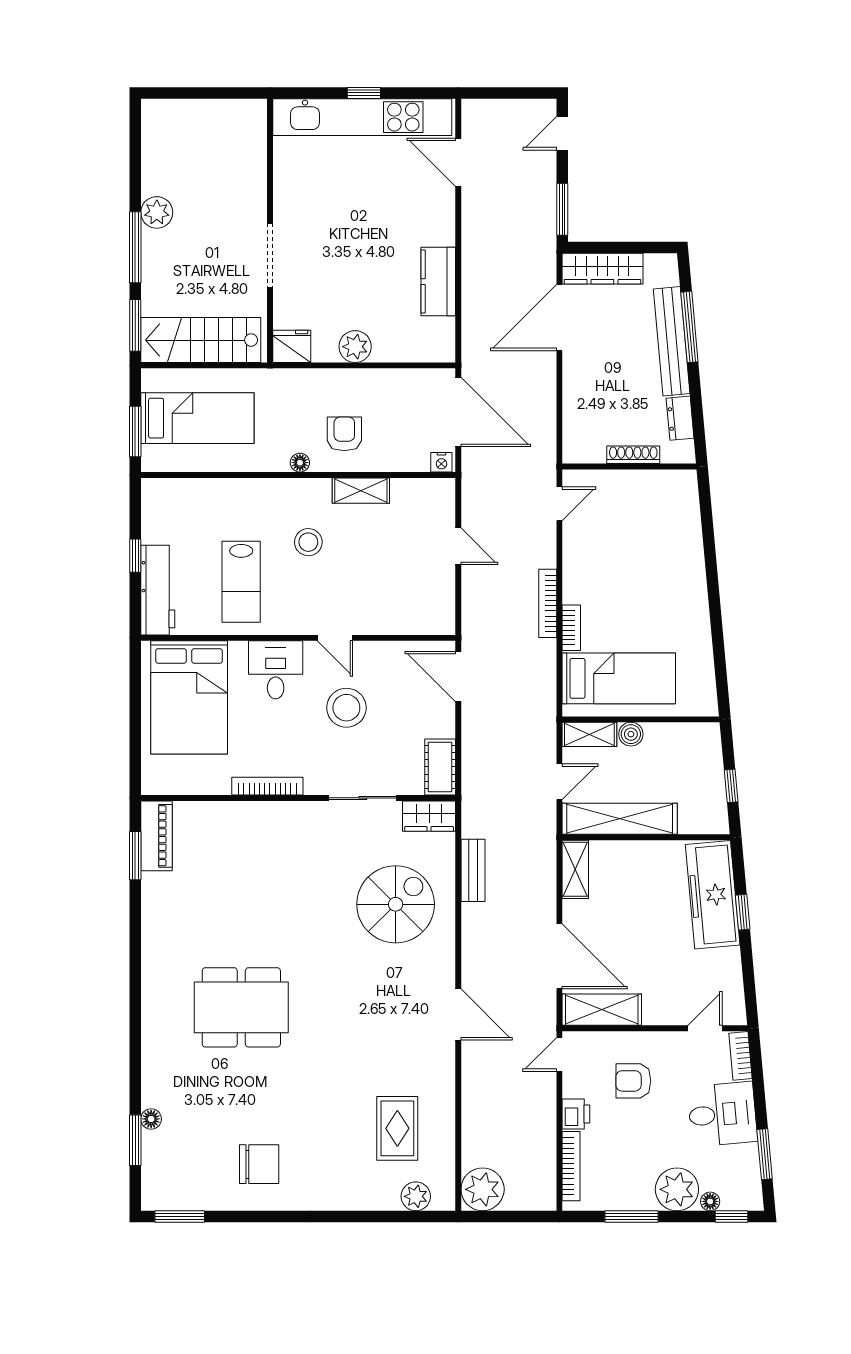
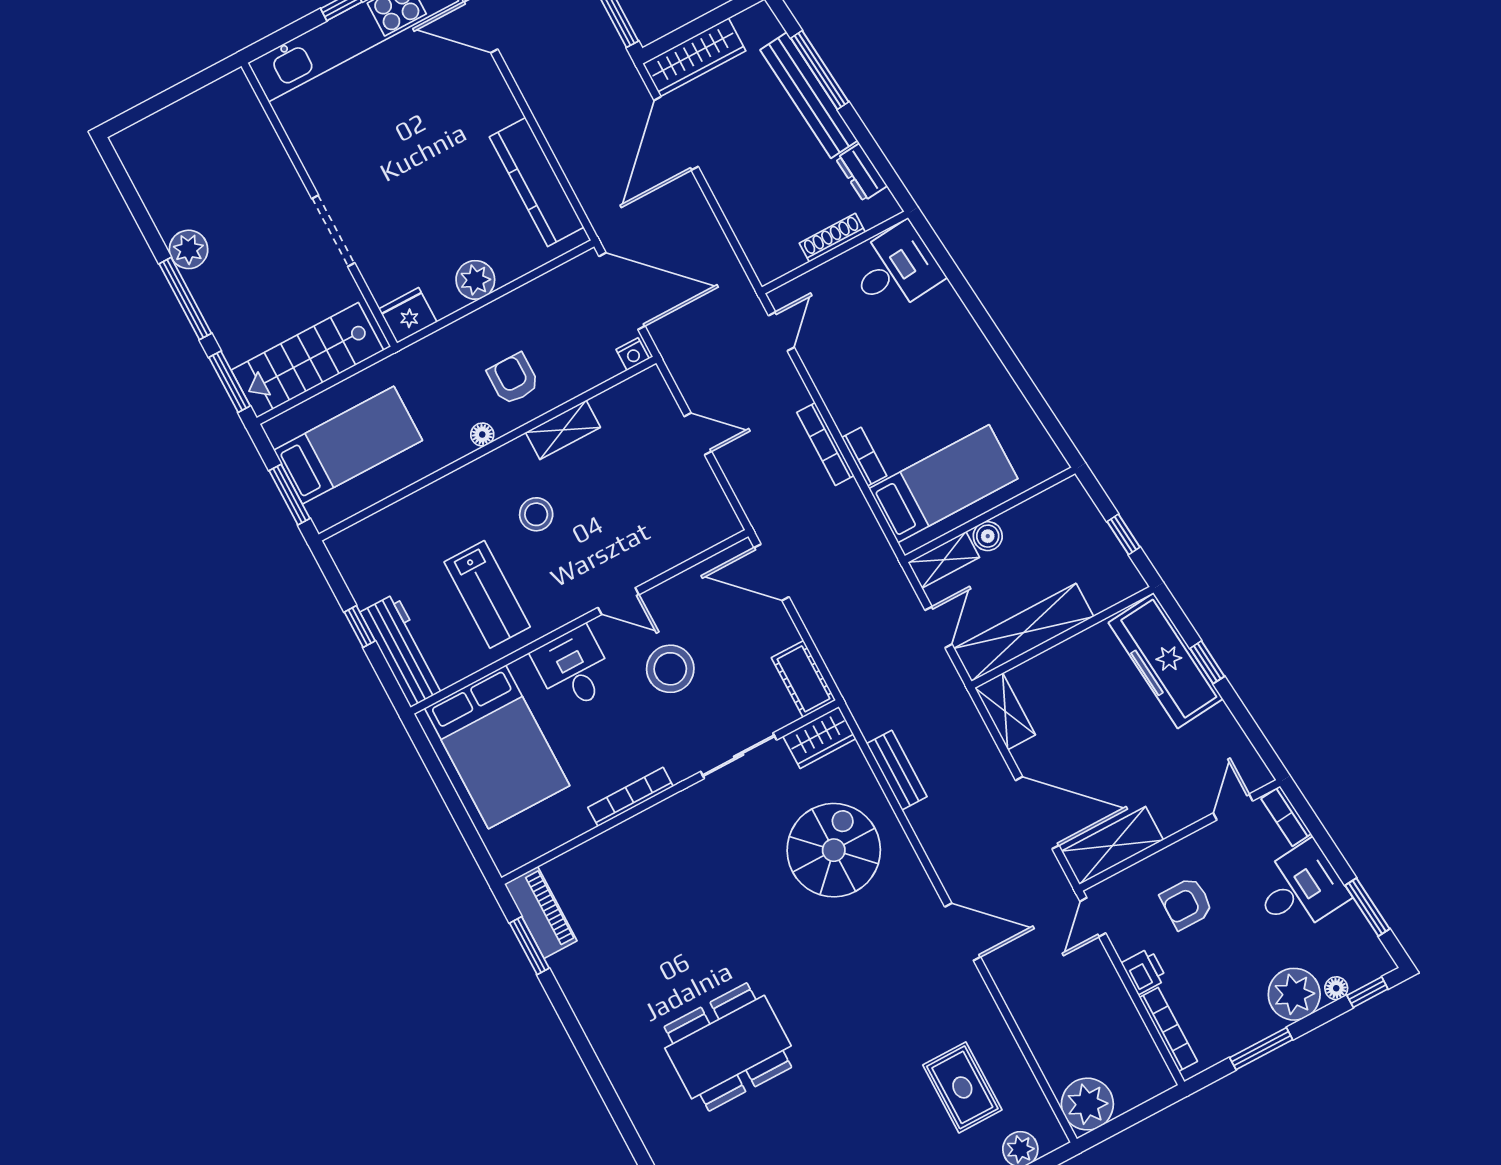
kitchen counter: (438, 282) -> (537, 182), width x1.50
desk: (667, 502) -> (895, 269), added

